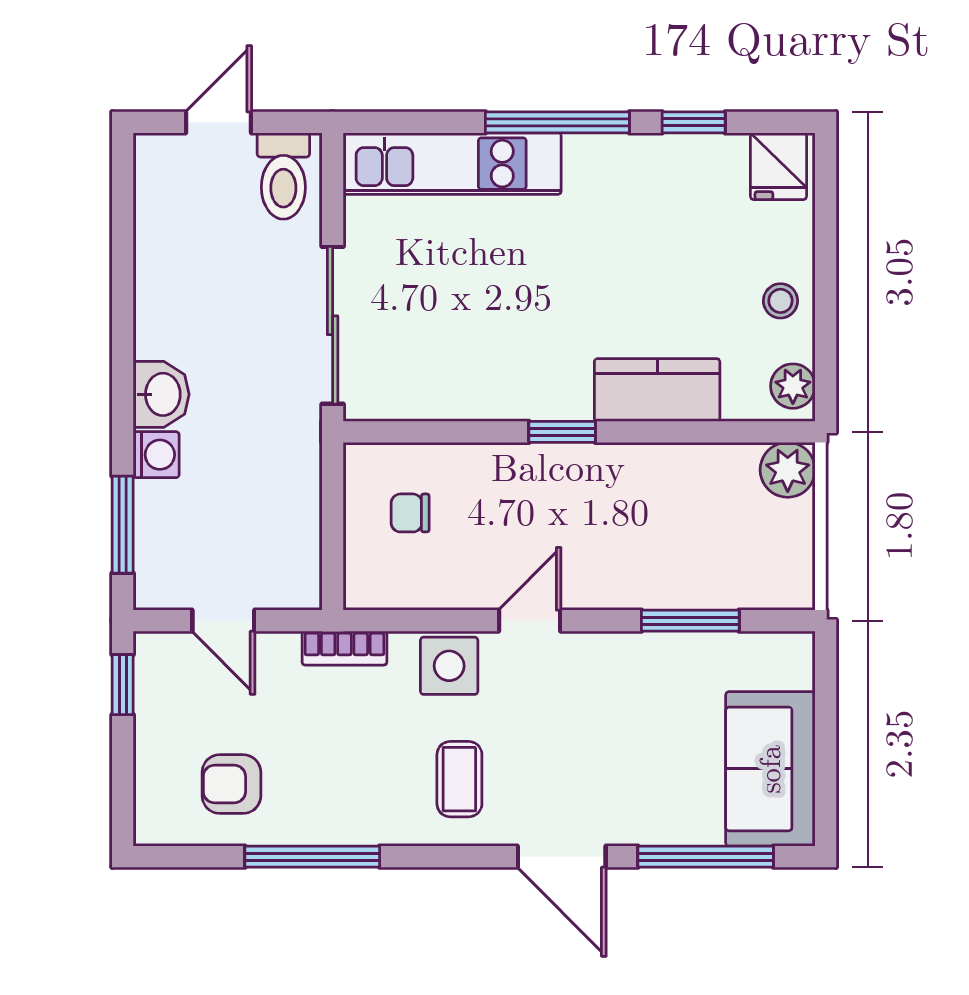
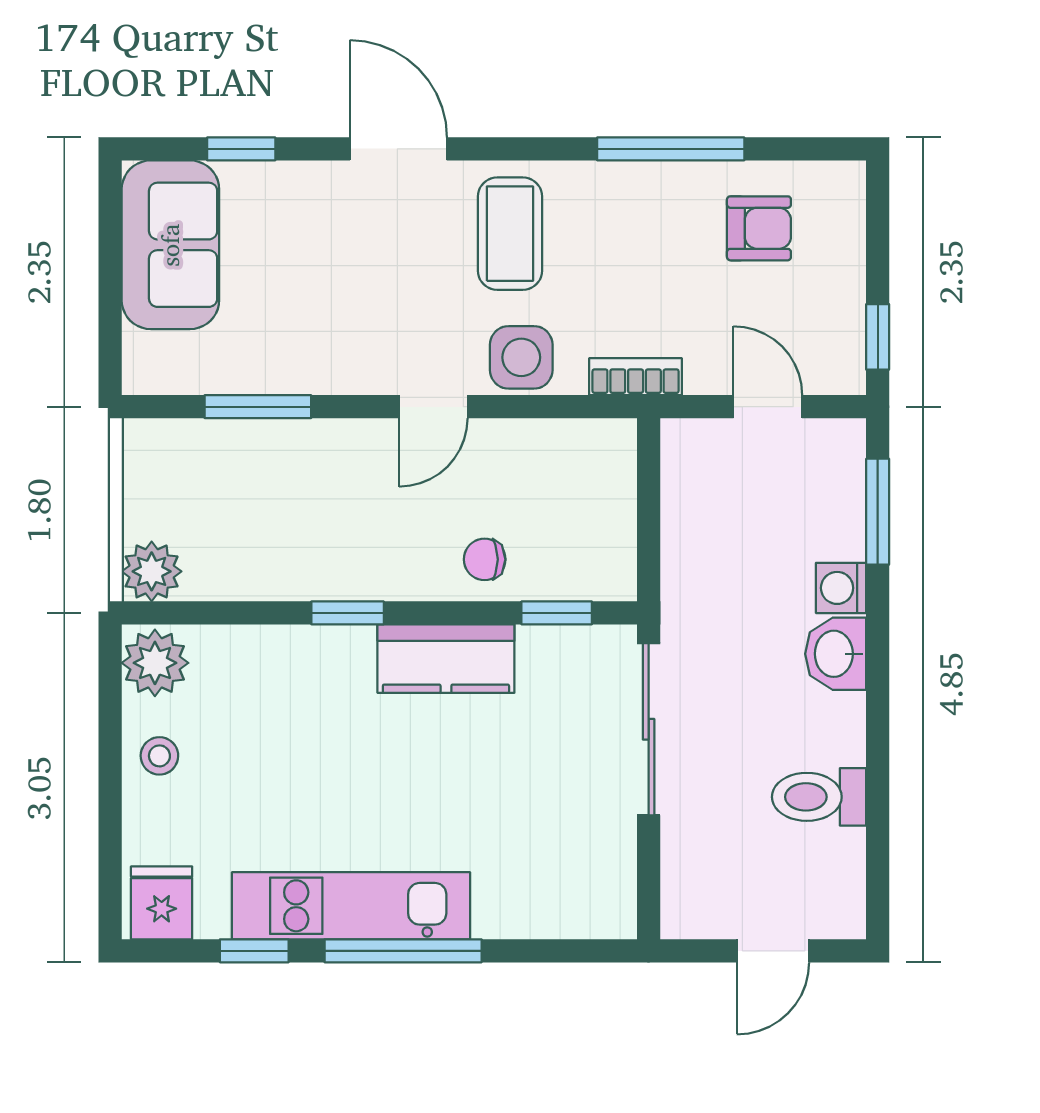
kitchen unit: (452, 164) -> (351, 906), moved
toilet: (283, 176) -> (819, 797), moved, turned -90
plant: (793, 386) -> (155, 663), width x1.38, depth x1.38
kitchen counter: (657, 390) -> (446, 659), moved
window: (417, 432) -> (557, 613), added
window: (562, 432) -> (348, 613), moved
chair: (410, 513) -> (485, 559), moved, turned 180
coffee table: (459, 779) -> (510, 234), width x1.36, depth x1.30
window: (706, 857) -> (241, 149), width x0.46

